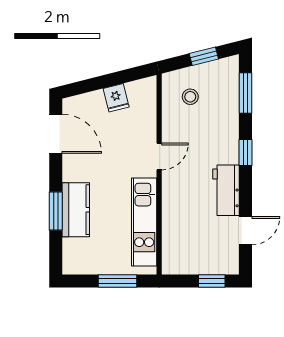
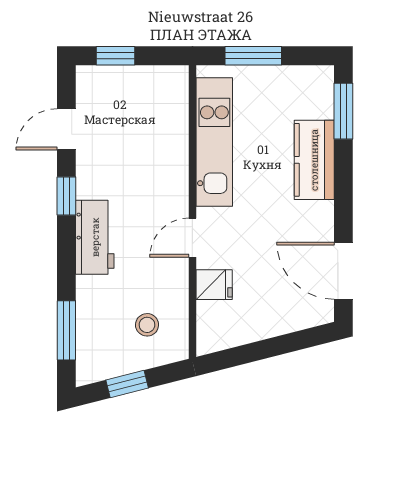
fridge: (116, 98) -> (214, 285), moved, turned 104
window: (245, 153) -> (66, 196), moved
workbench: (226, 190) -> (95, 237), moved
window: (56, 211) -> (343, 111), moved

